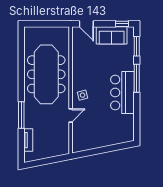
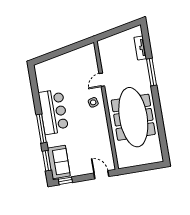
sofa: (112, 35) -> (59, 162), moved, turned 90

